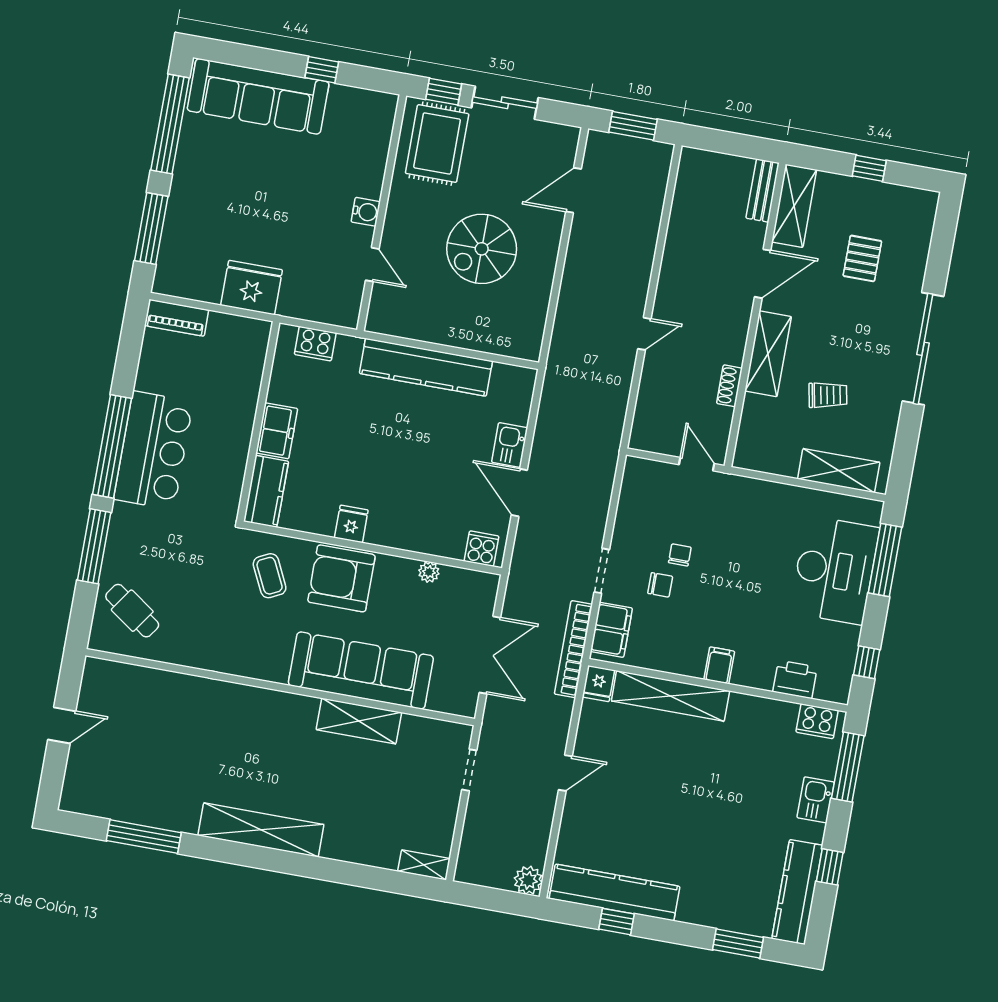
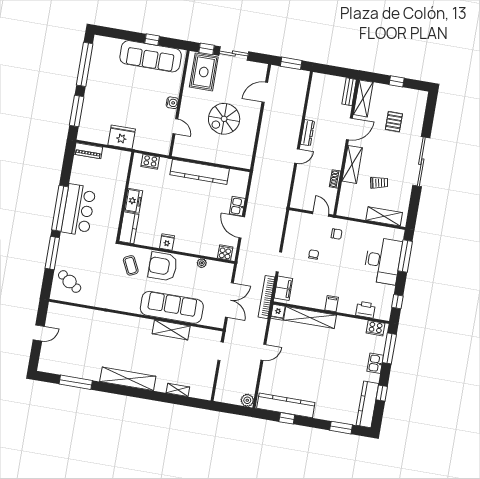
sofa: (258, 96) -> (151, 56), moved
dresser: (668, 282) -> (307, 133), added
chair: (660, 585) -> (337, 234), moved
shelving: (424, 865) -> (178, 390), moved

